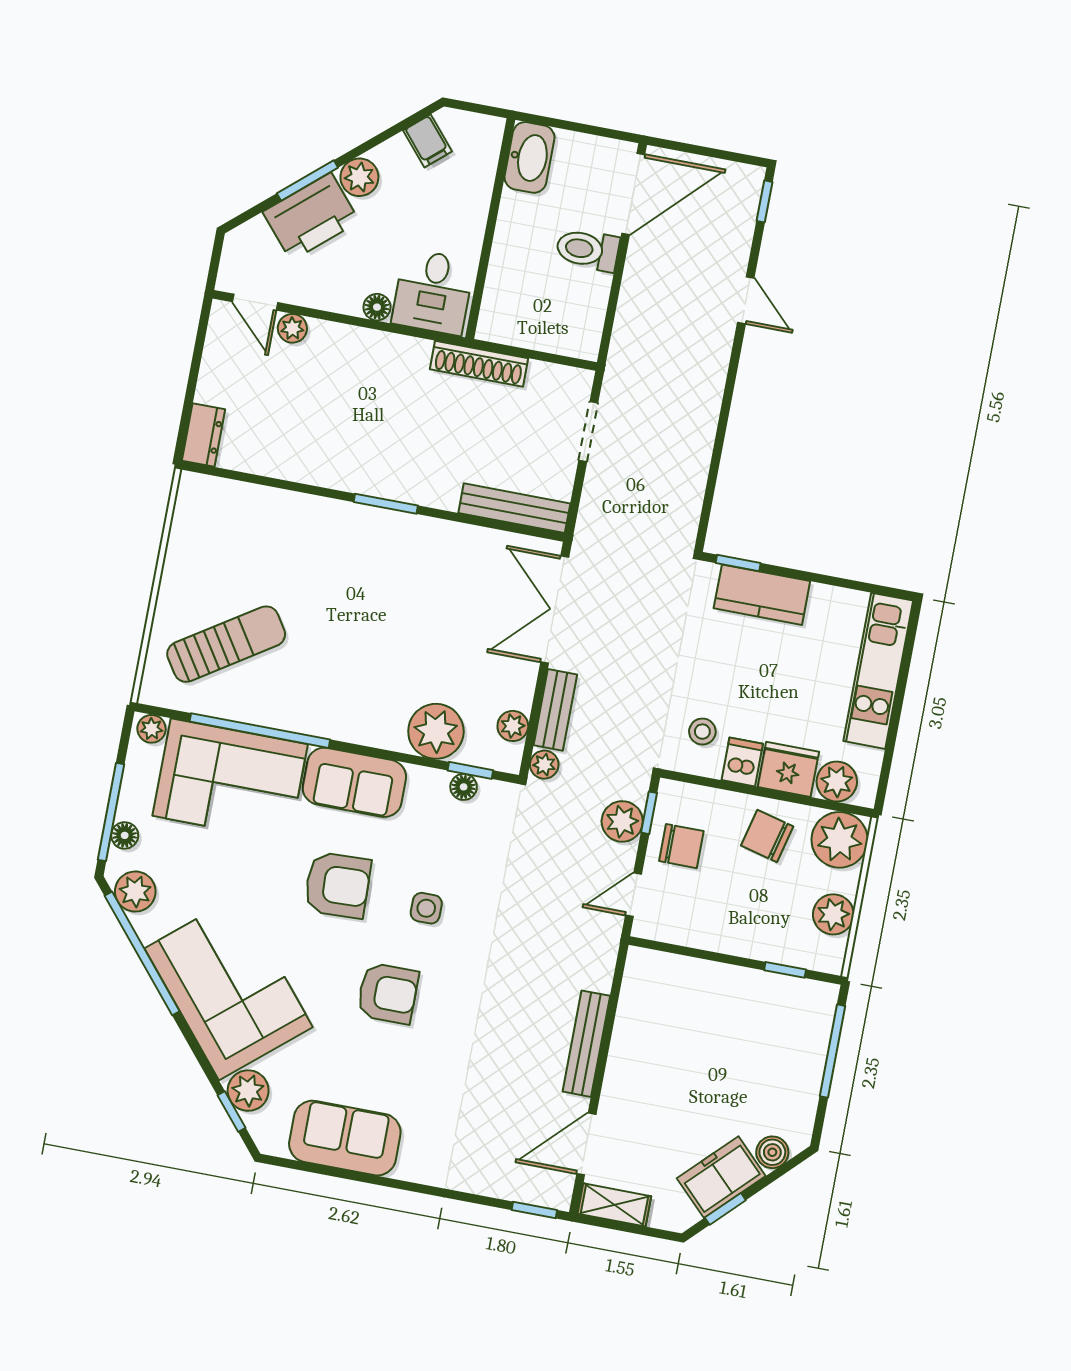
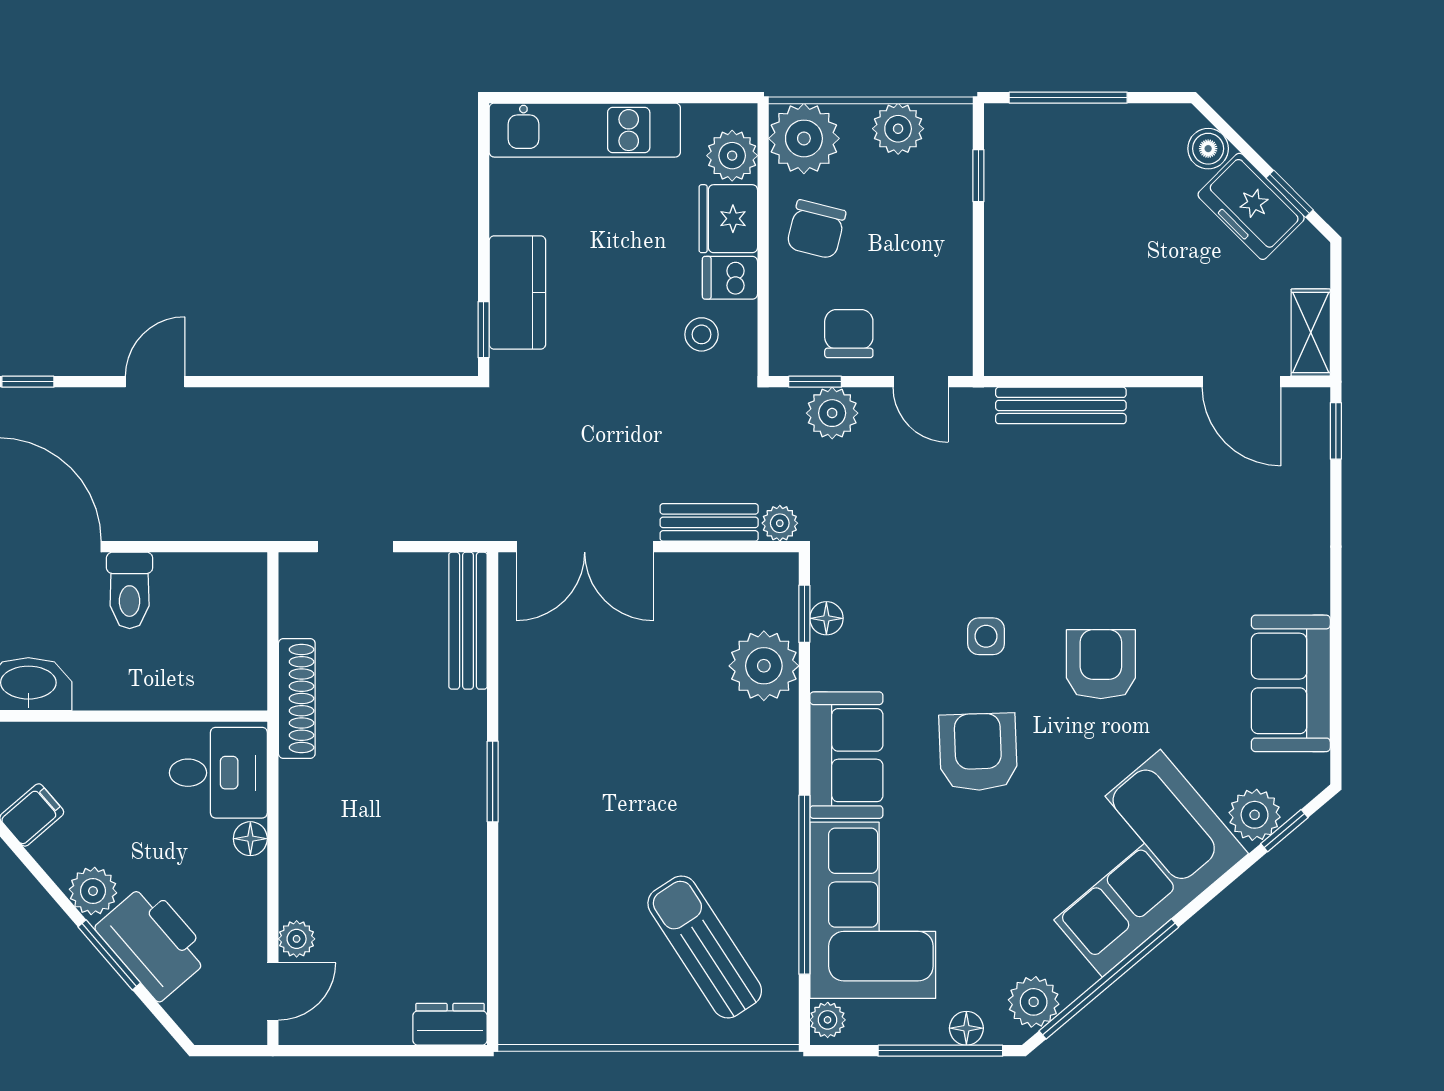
plant: (513, 726) -> (739, 571), removed
bench: (586, 1044) -> (1061, 405), moved

